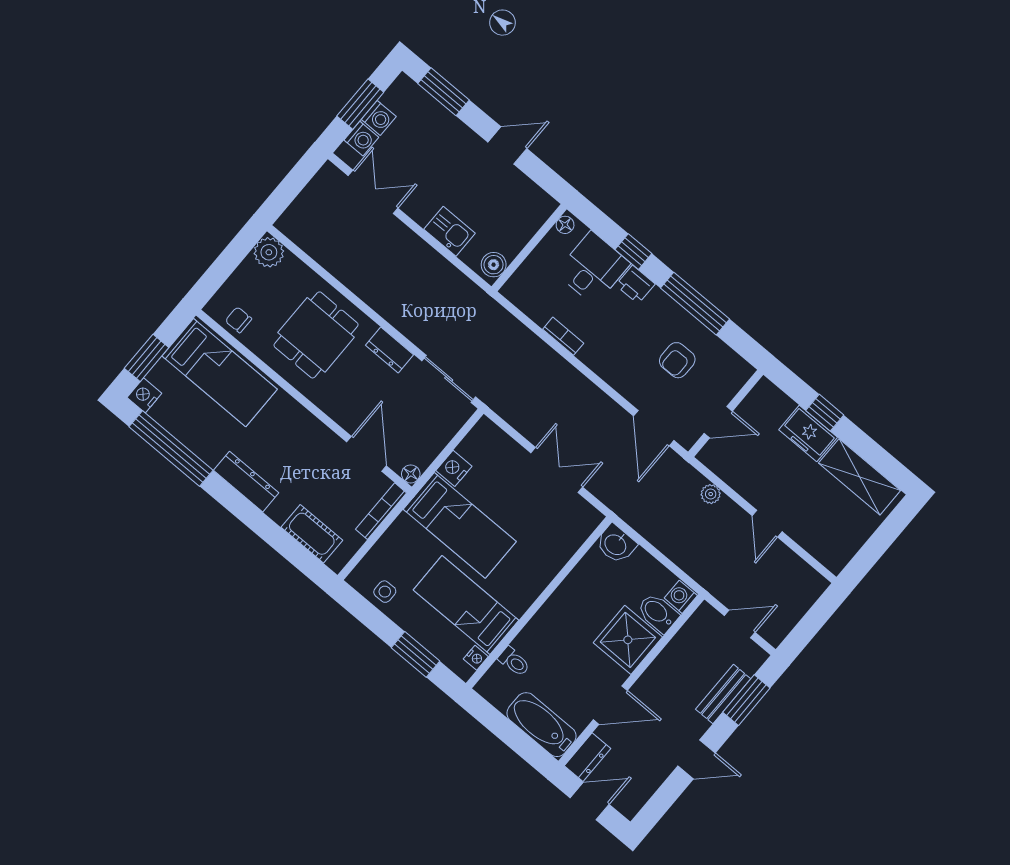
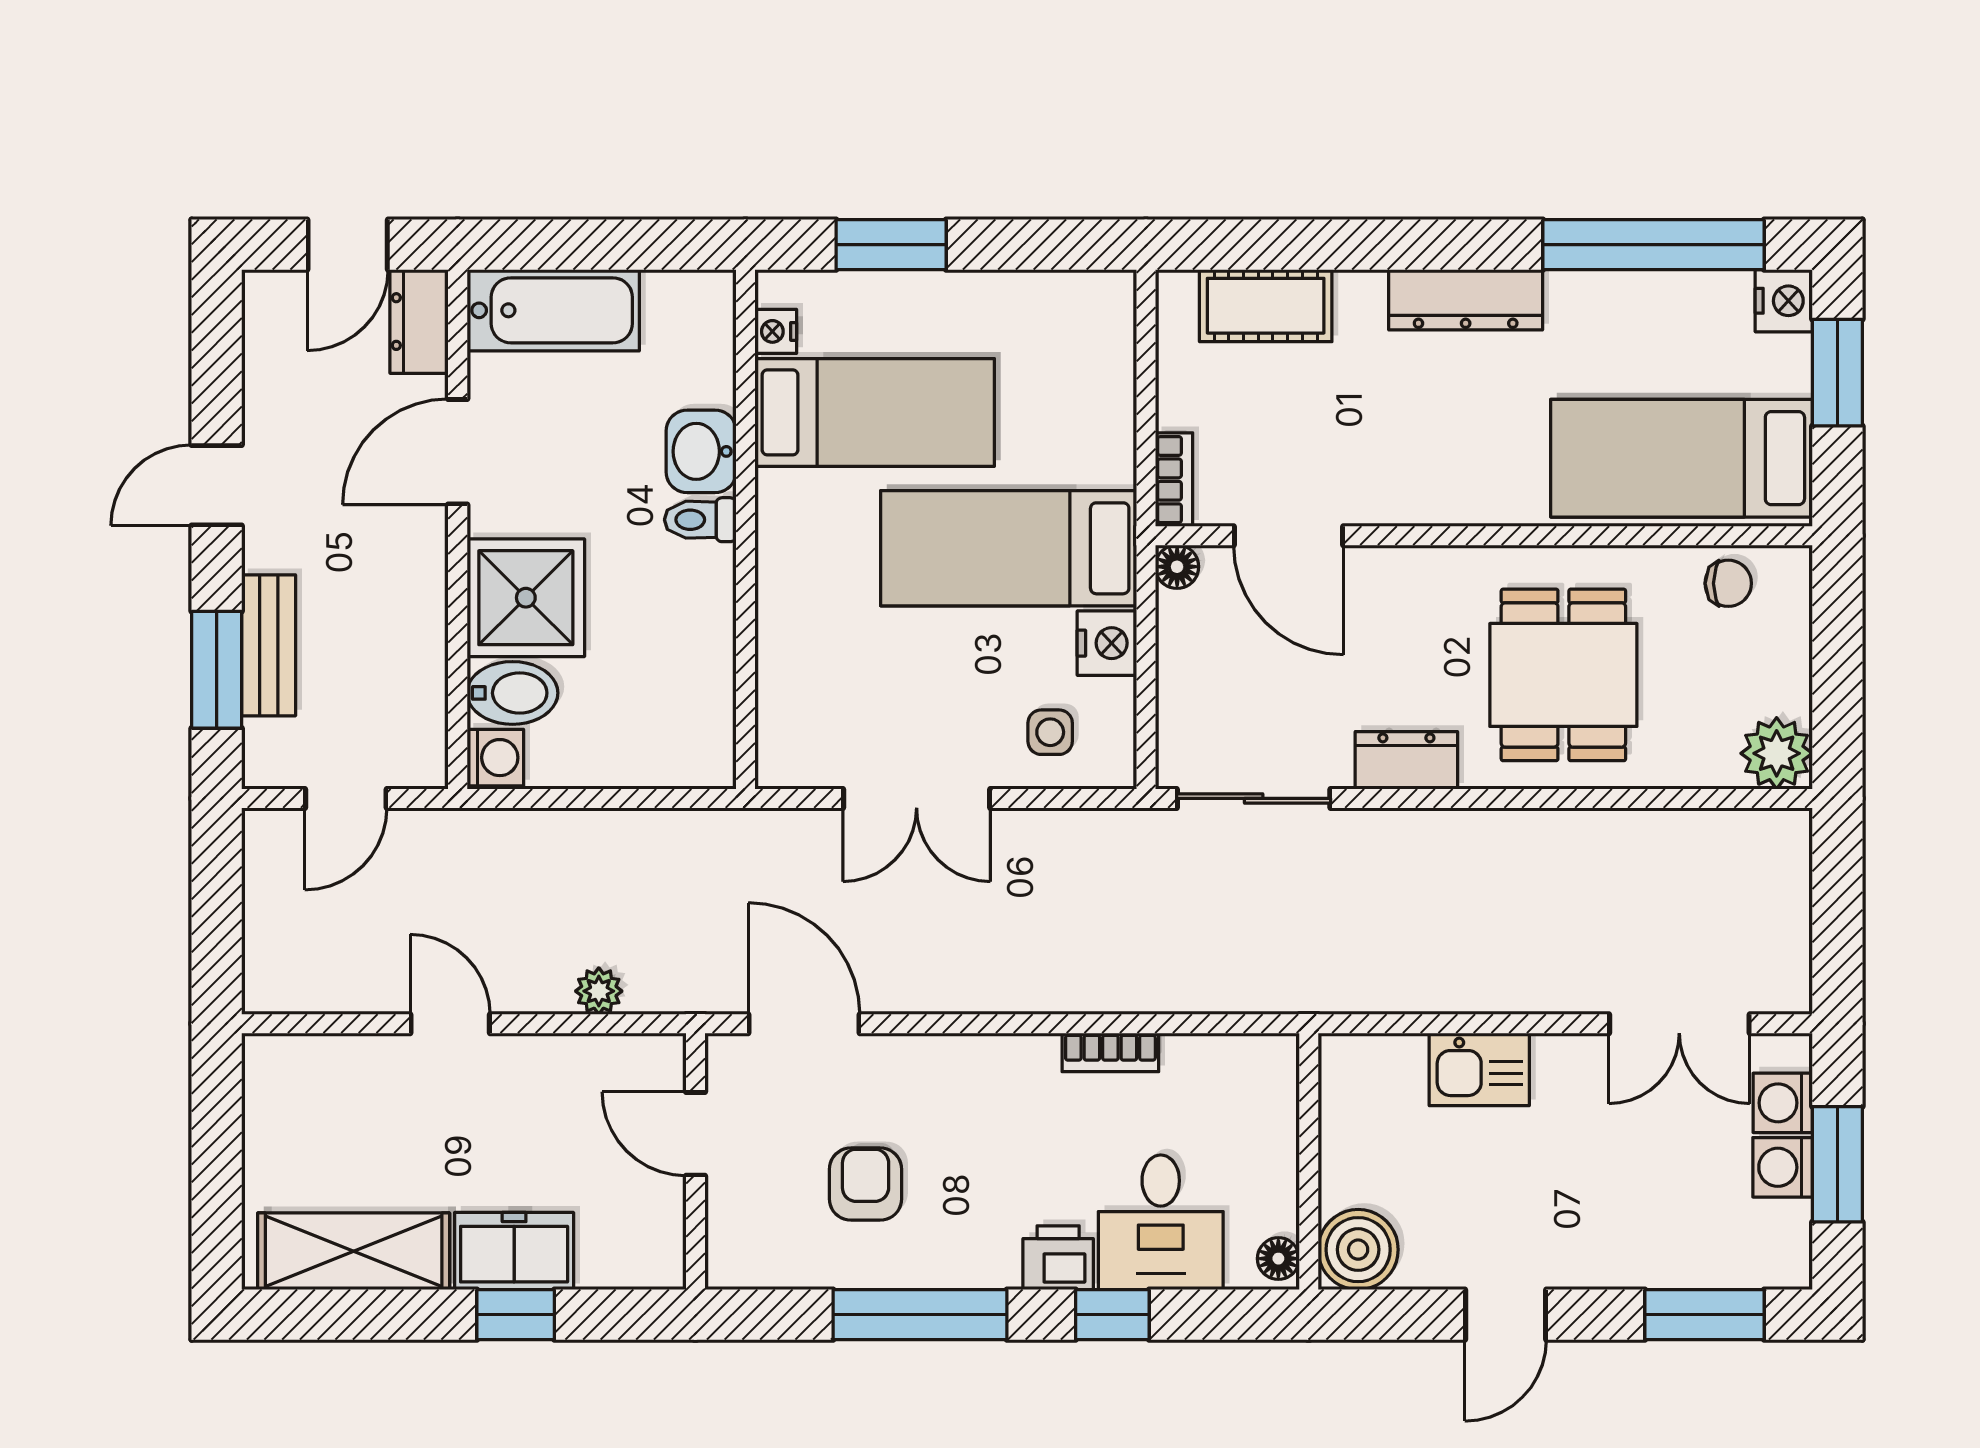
boiler: (494, 265) -> (1358, 1250), moved, width x1.36, depth x1.36
door: (718, 422) -> (695, 1134), hinge flipped
bookcase: (381, 511) -> (1174, 480), width x0.64
washbasin: (616, 544) -> (701, 451), moved, turned -90
side table: (385, 592) -> (1050, 732), moved
toilet: (514, 662) -> (700, 520), moved

